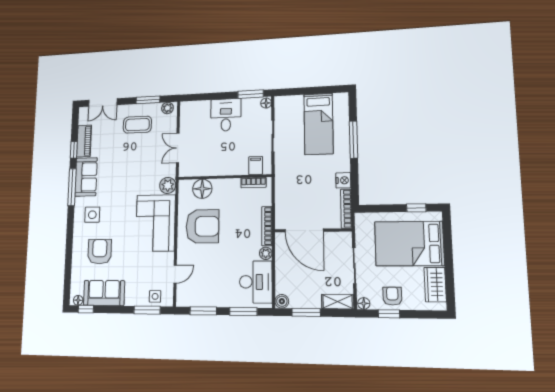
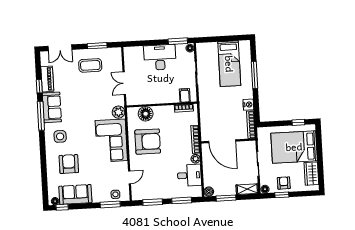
plant: (167, 108) -> (114, 52), removed
desk: (226, 115) -> (160, 57), width x1.37
desk: (256, 282) -> (189, 175), width x0.73

